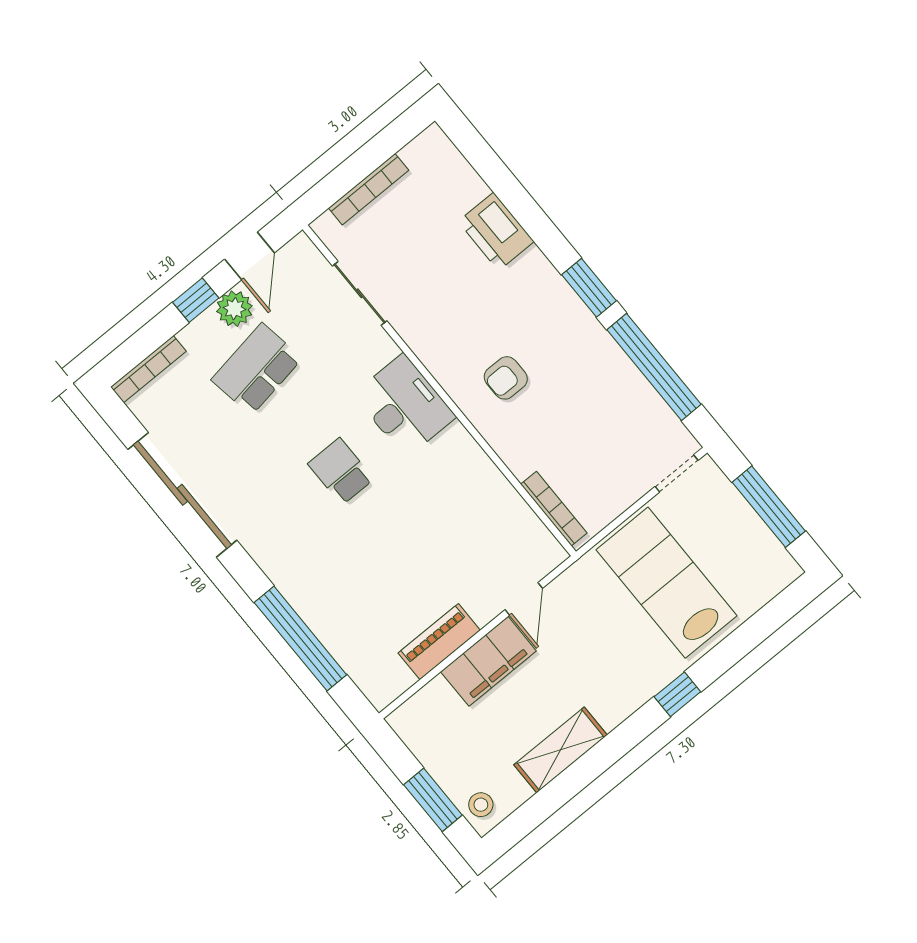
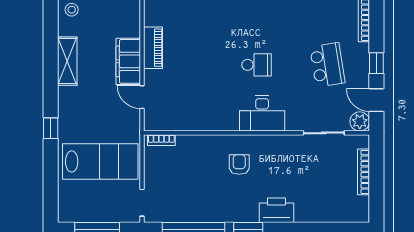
printer: (496, 231) -> (276, 210), moved
plant: (234, 309) -> (360, 121), moved
bookcase: (554, 509) -> (161, 140), width x0.64

